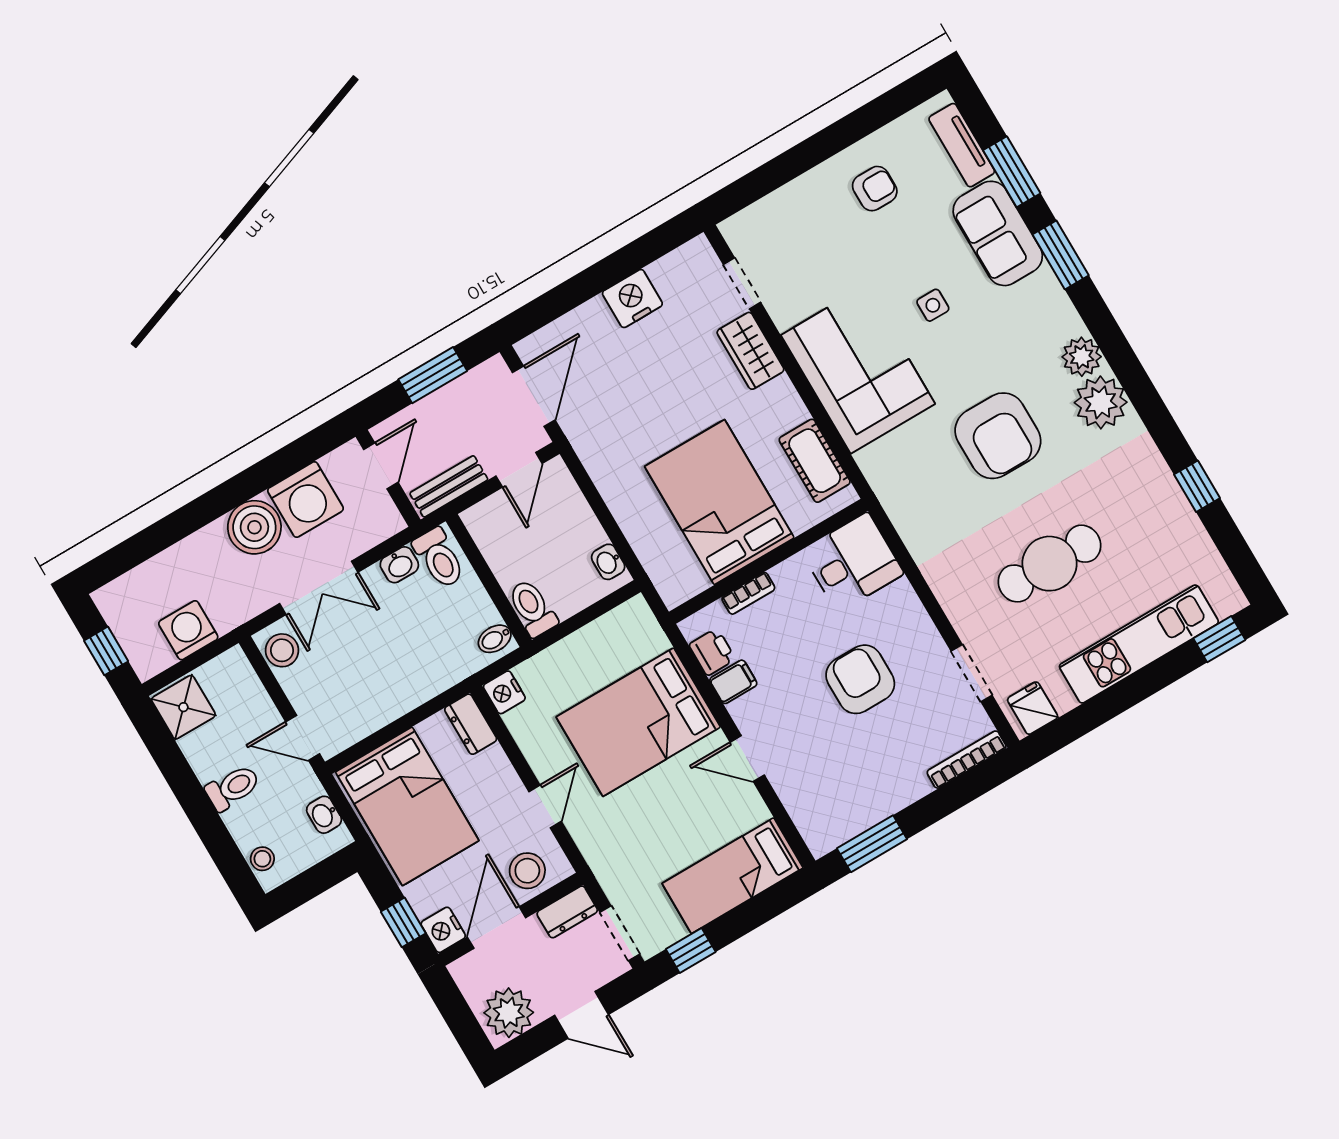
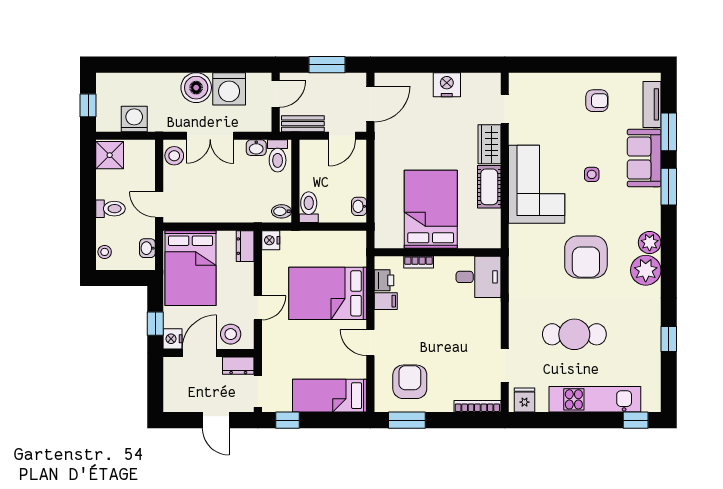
cot: (815, 461) -> (489, 187), moved
armchair: (860, 679) -> (410, 382), moved
plant: (509, 1013) -> (181, 398), removed

